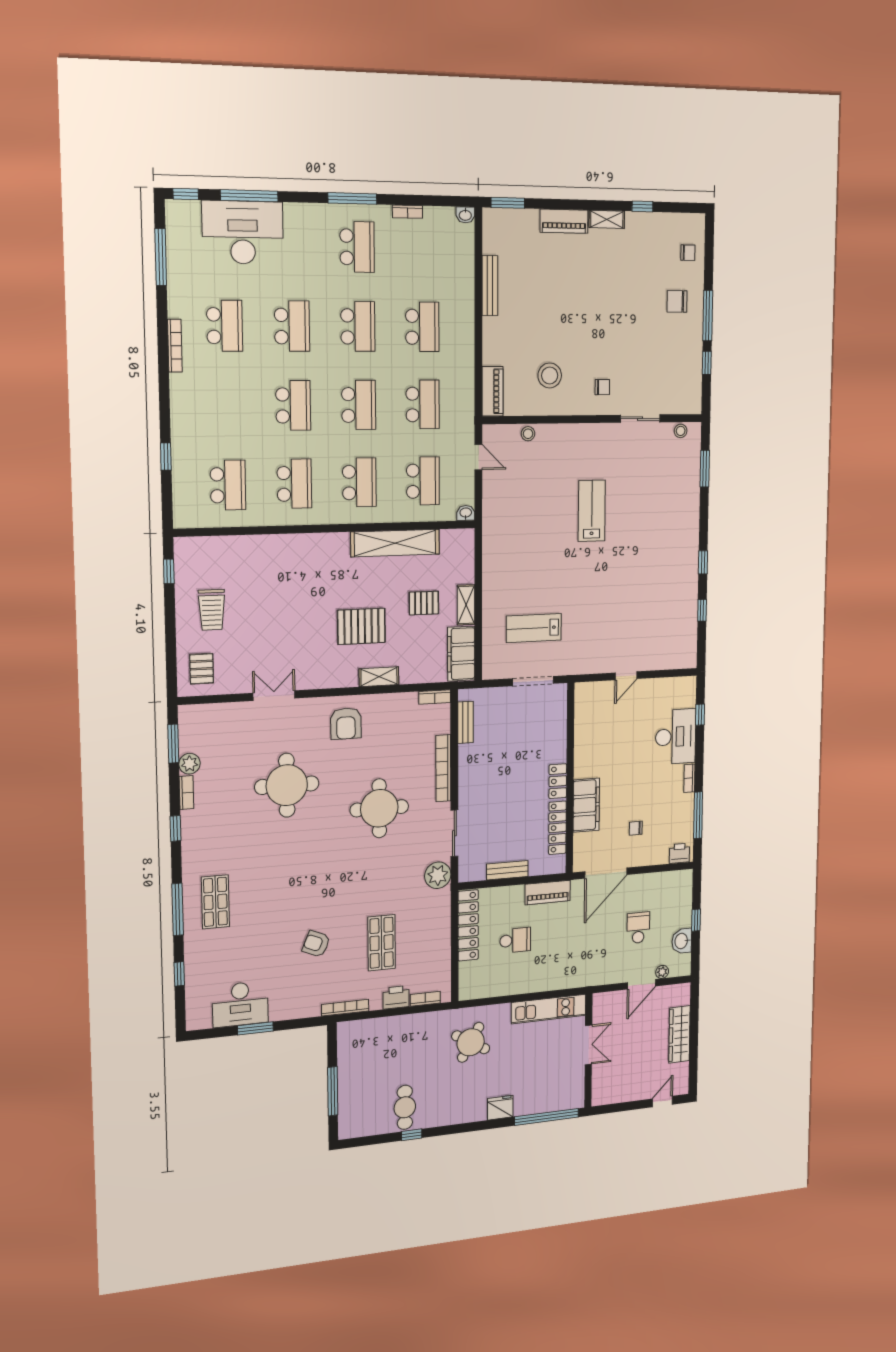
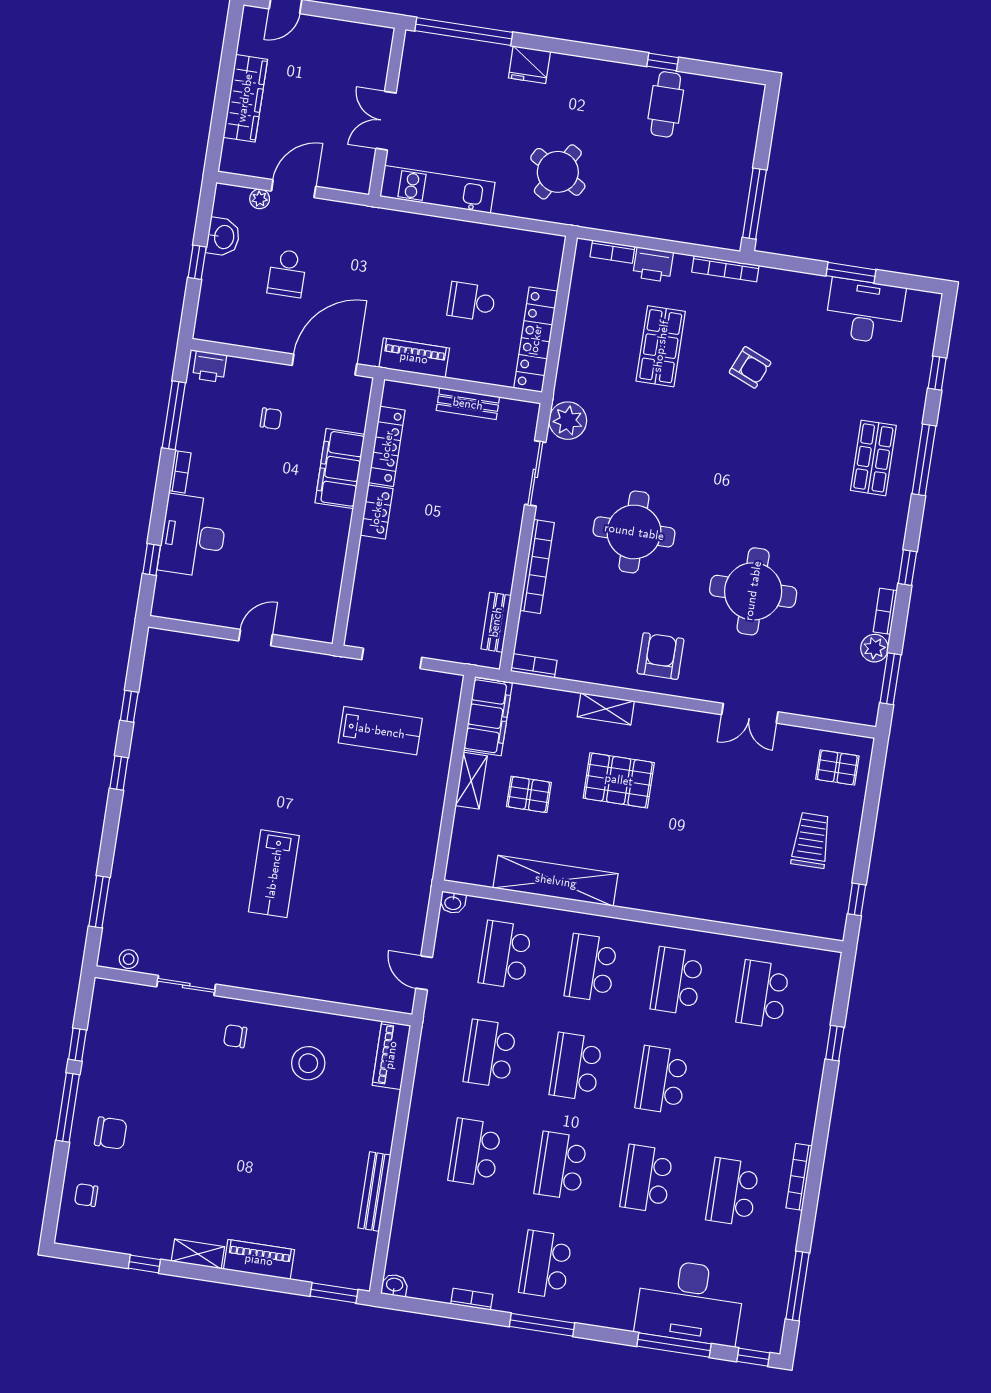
stool: (528, 434) -> (350, 992), removed
pallet: (202, 669) -> (837, 768), turned 90
window: (333, 1091) -> (754, 204), moved

